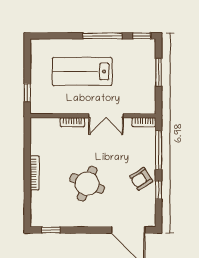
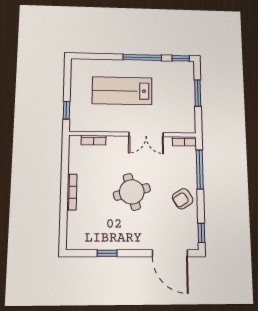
bookcase: (72, 122) -> (94, 140), moved
round table: (87, 184) -> (132, 192), moved, turned -37
window: (159, 190) -> (201, 233), moved
window: (51, 230) -> (107, 253), moved

